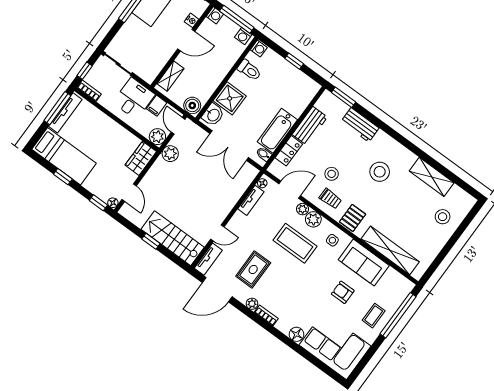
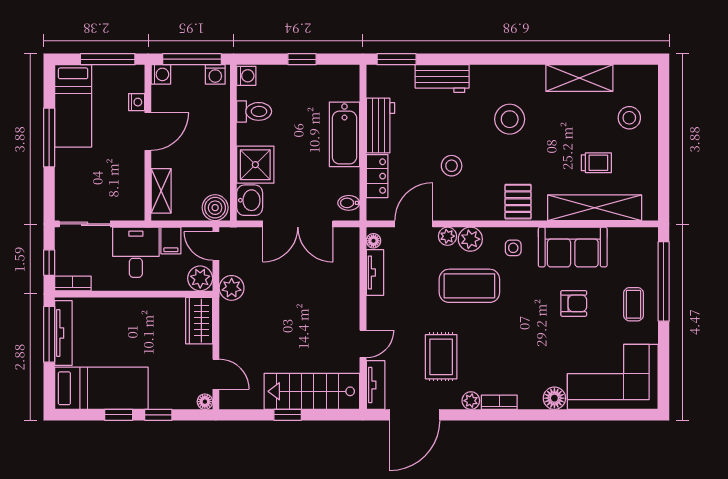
bathtub: (277, 131) -> (344, 134), moved
trolley: (330, 199) -> (596, 163), moved
window: (98, 203) -> (158, 415), moved
armchair: (343, 292) -> (574, 303), turned 180

